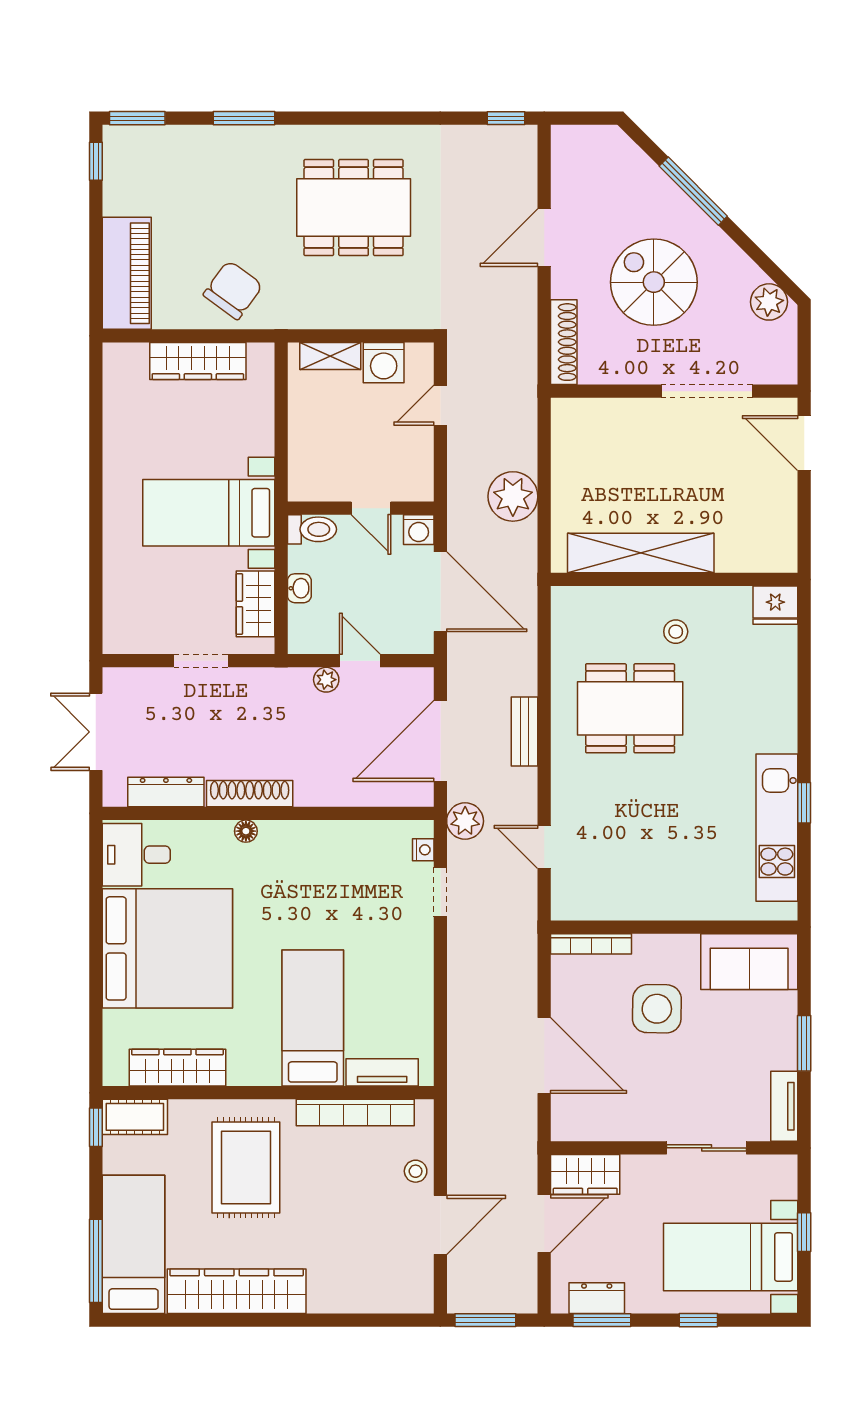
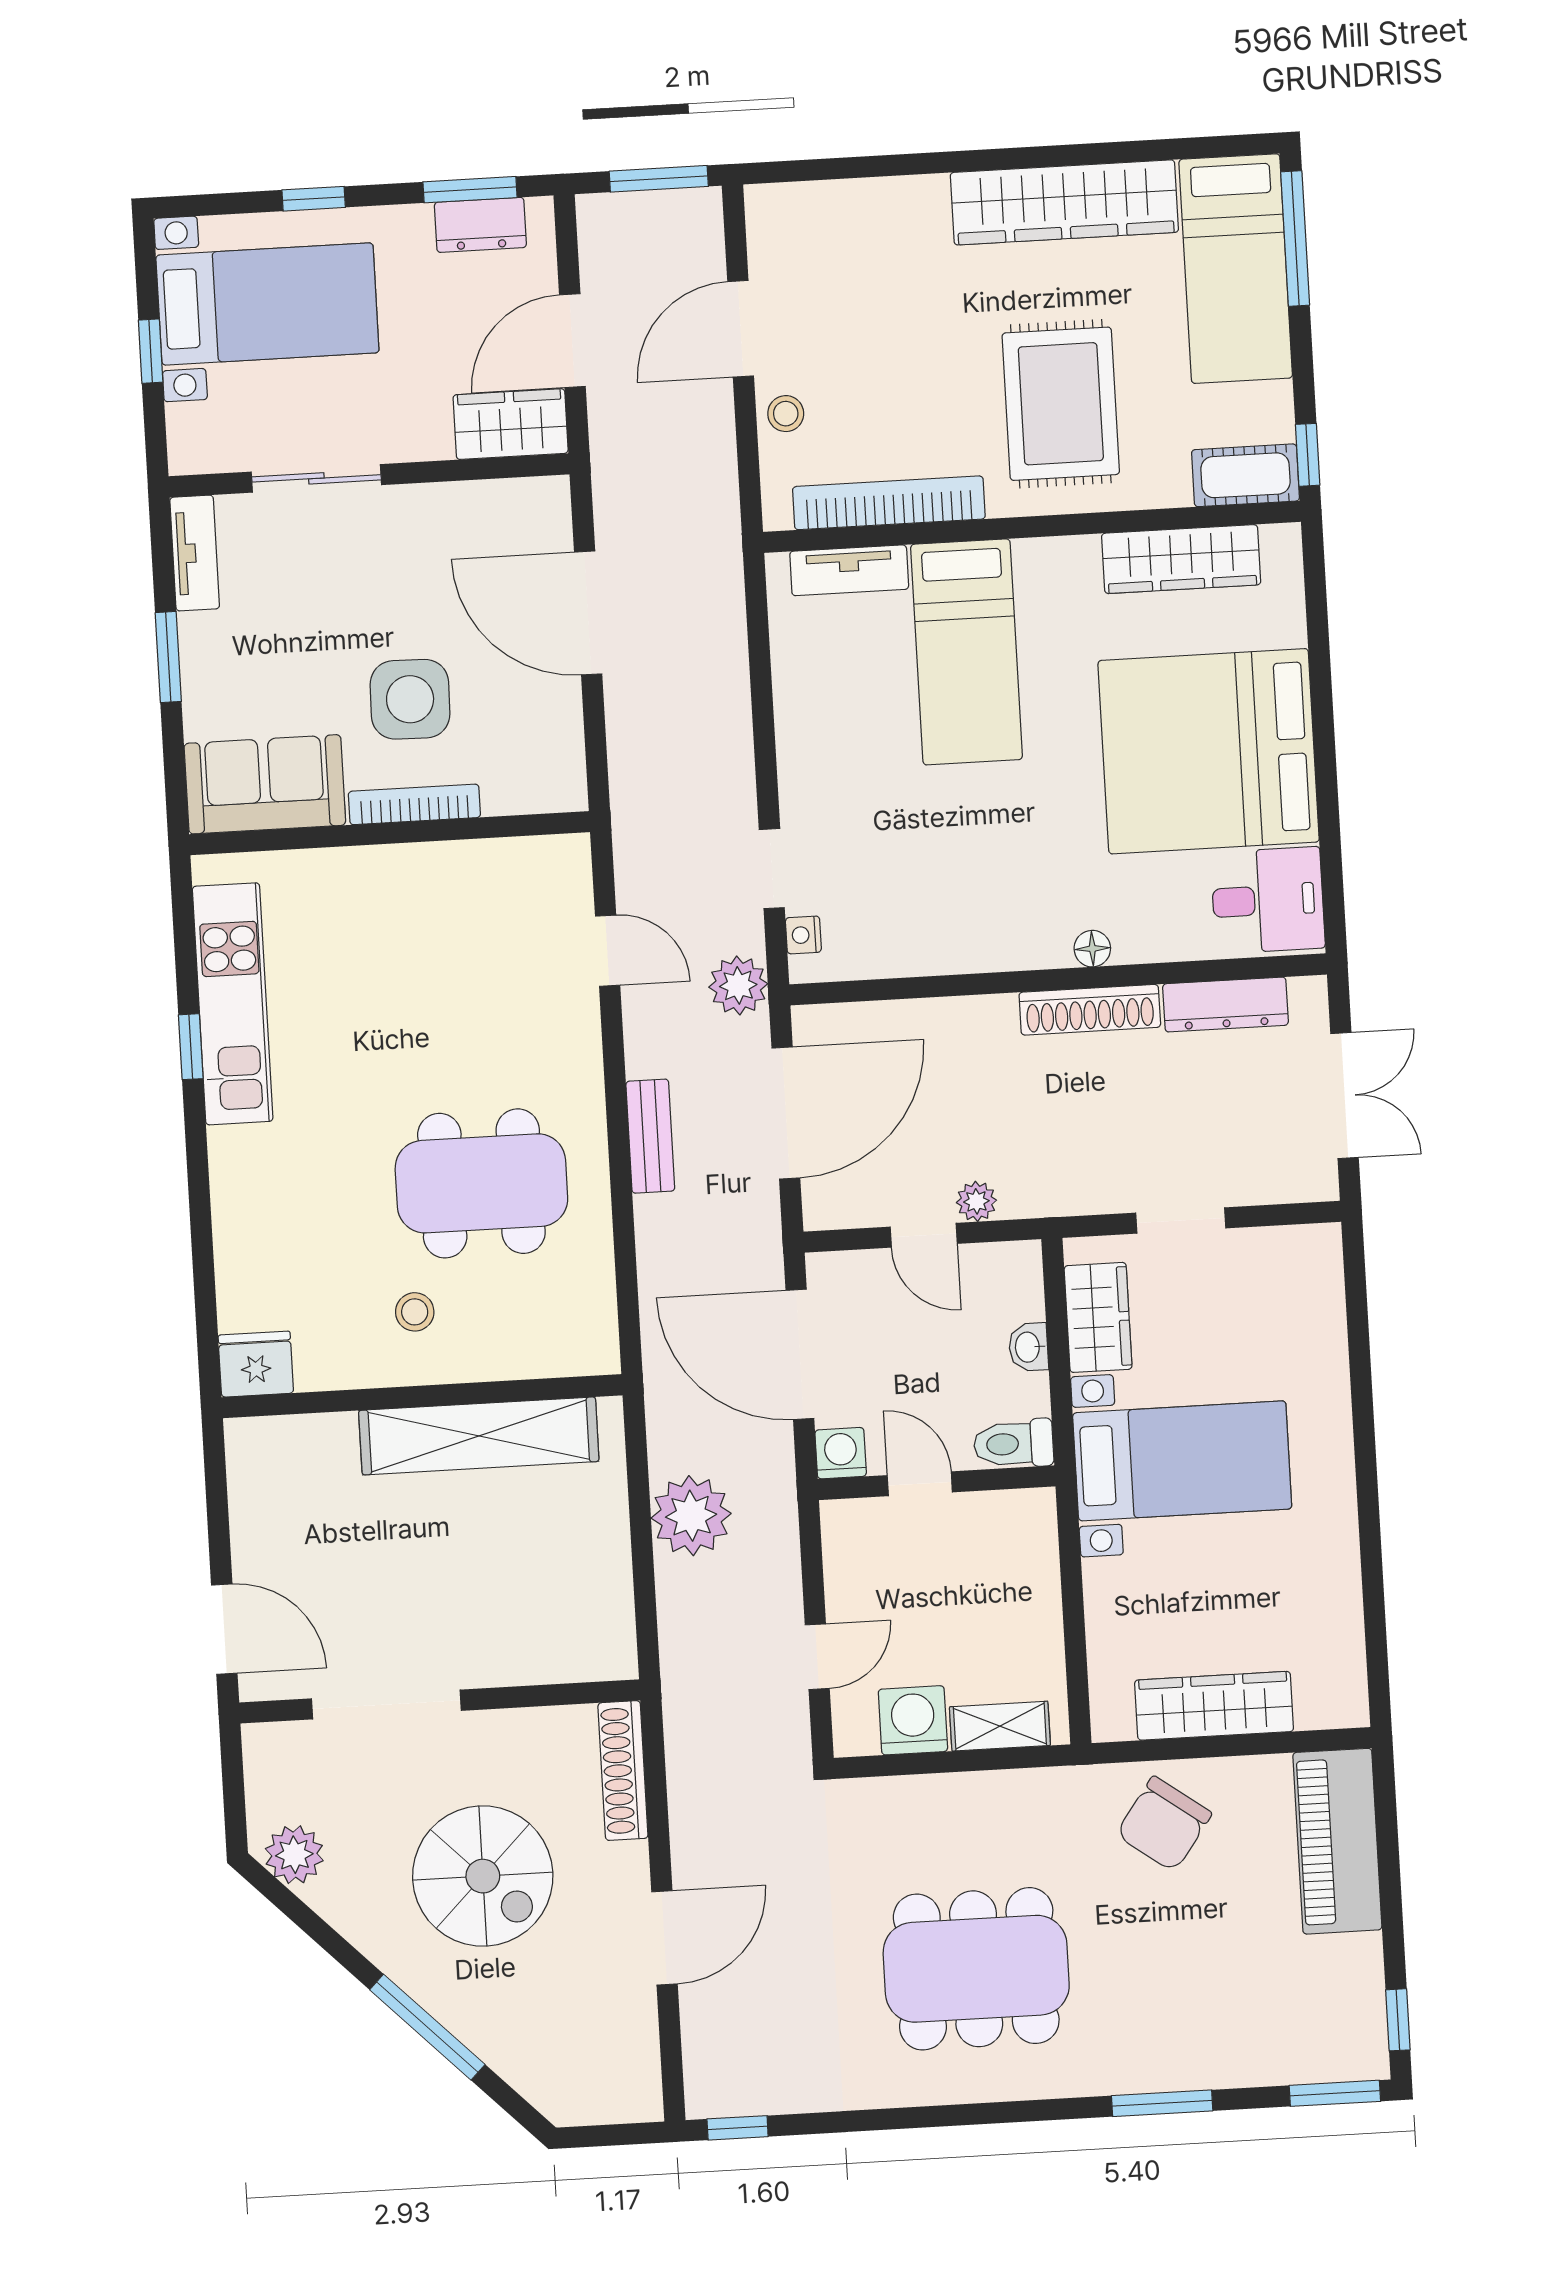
bookcase: (591, 944) -> (414, 804), moved

